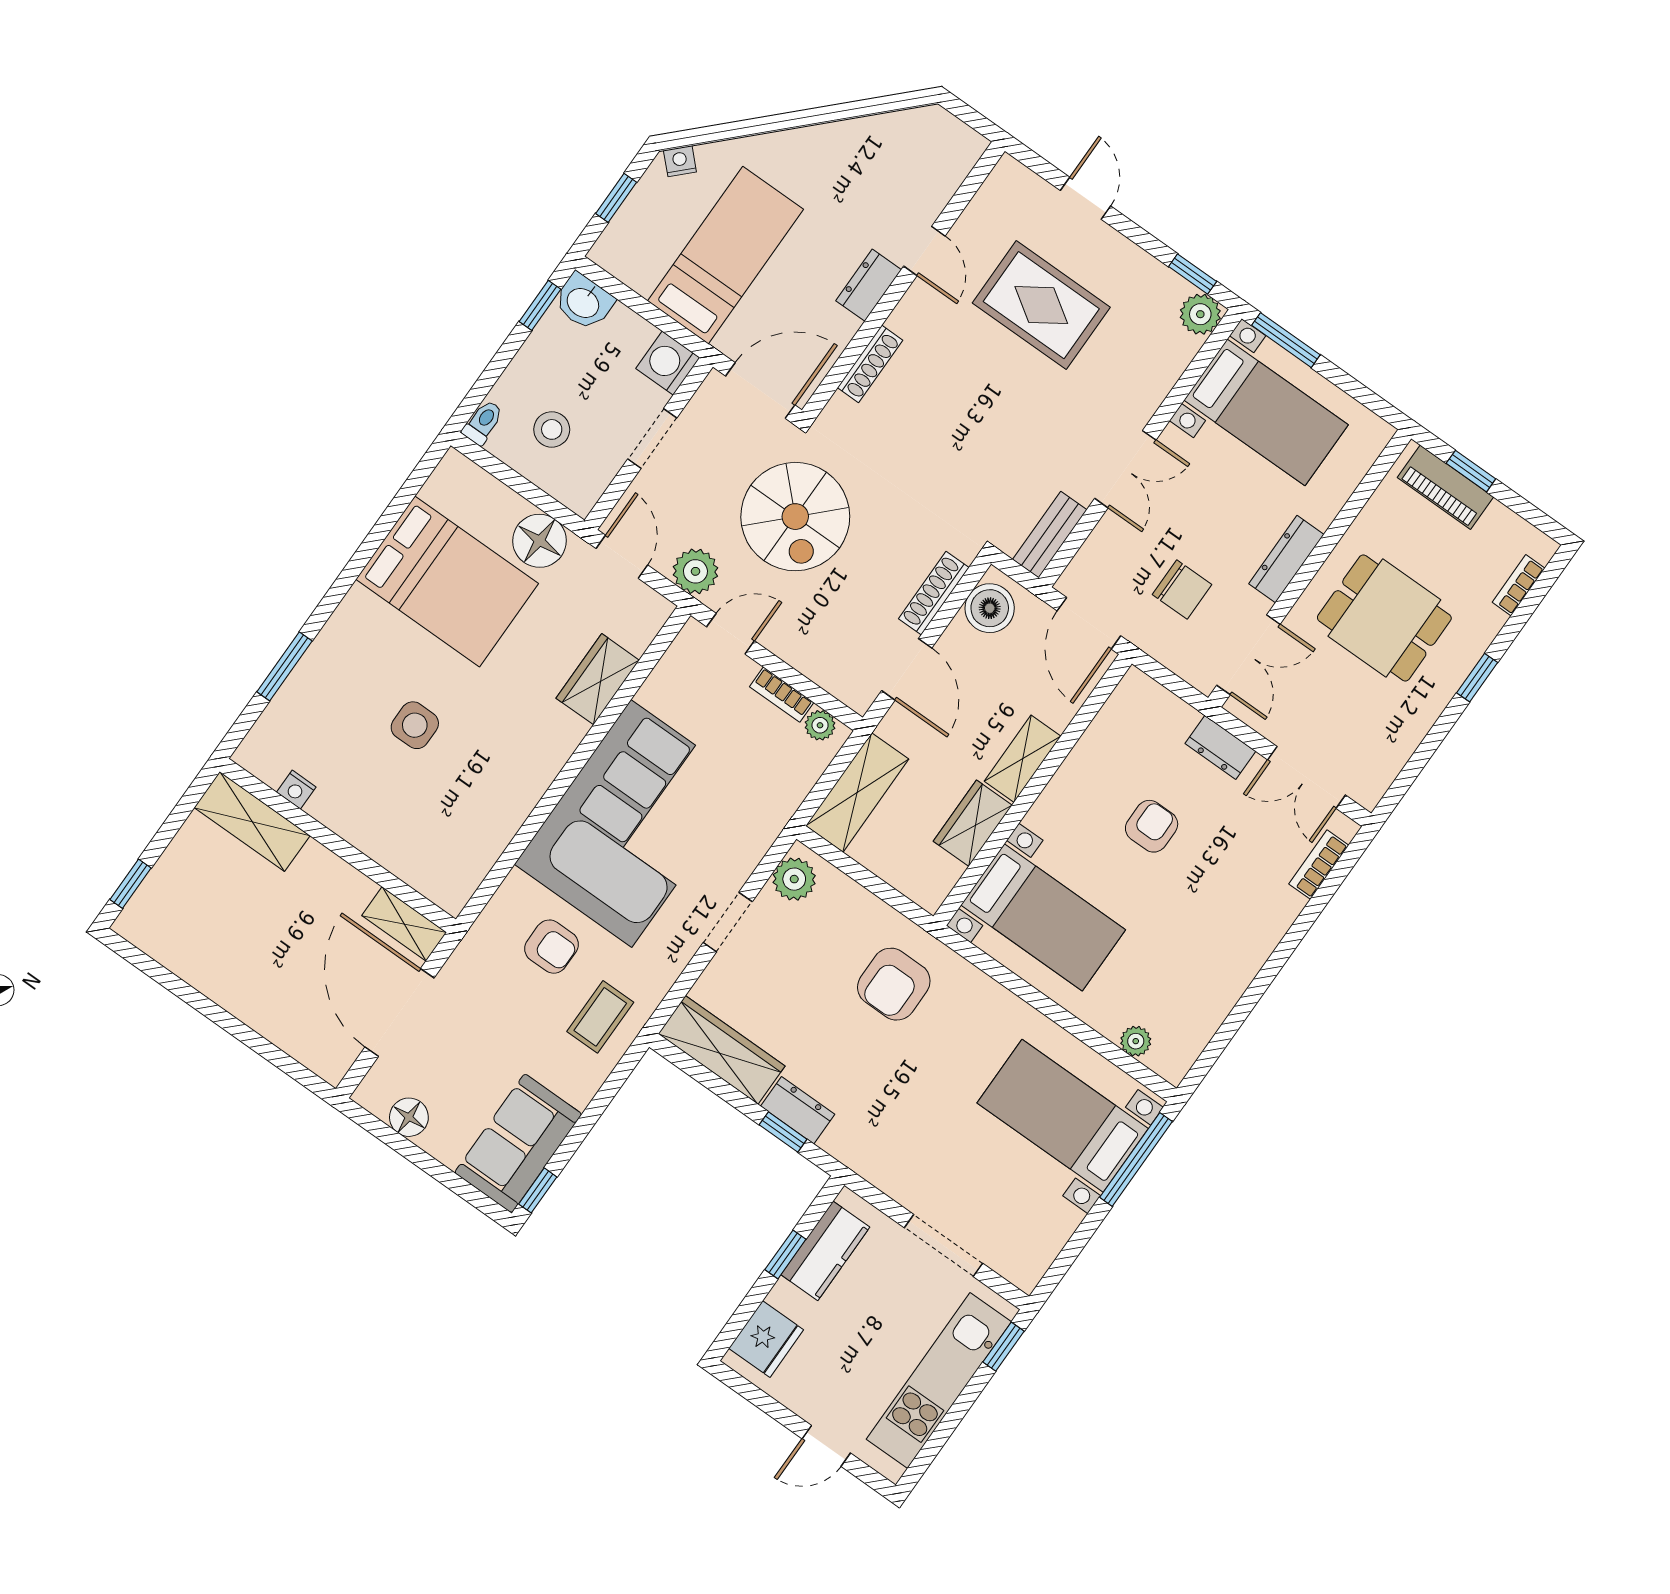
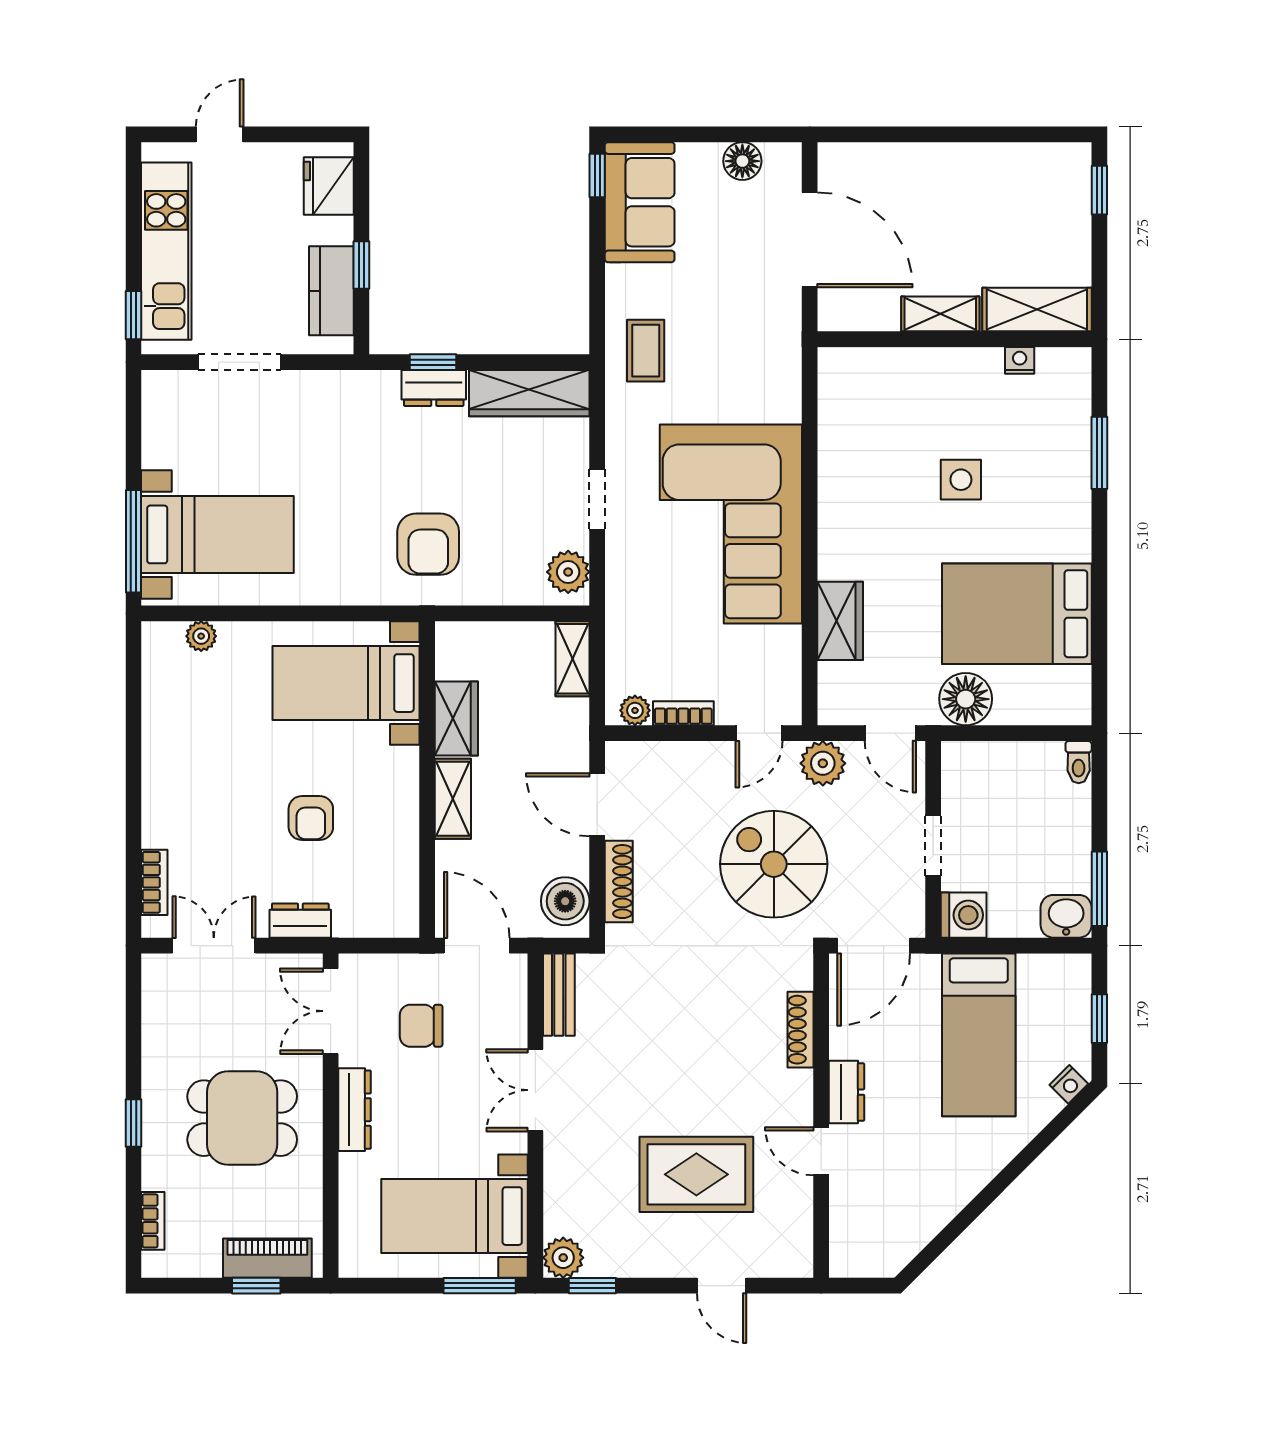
window: (540, 305) -> (1099, 889), width x1.50
stool: (552, 429) -> (1019, 796), removed
shelving: (857, 792) -> (572, 659), width x0.67, depth x0.75
shelving: (404, 924) -> (940, 314), moved
armchair: (551, 947) -> (725, 379), removed
armchair: (894, 984) -> (428, 544), turned 180

